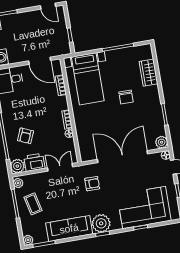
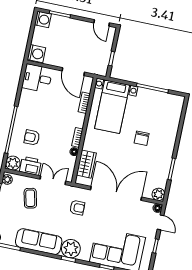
wardrobe: (148, 73) -> (86, 164), moved, turned 180
armchair: (25, 136) -> (32, 137), turned 67
coffee table: (33, 204) -> (30, 198), moved

